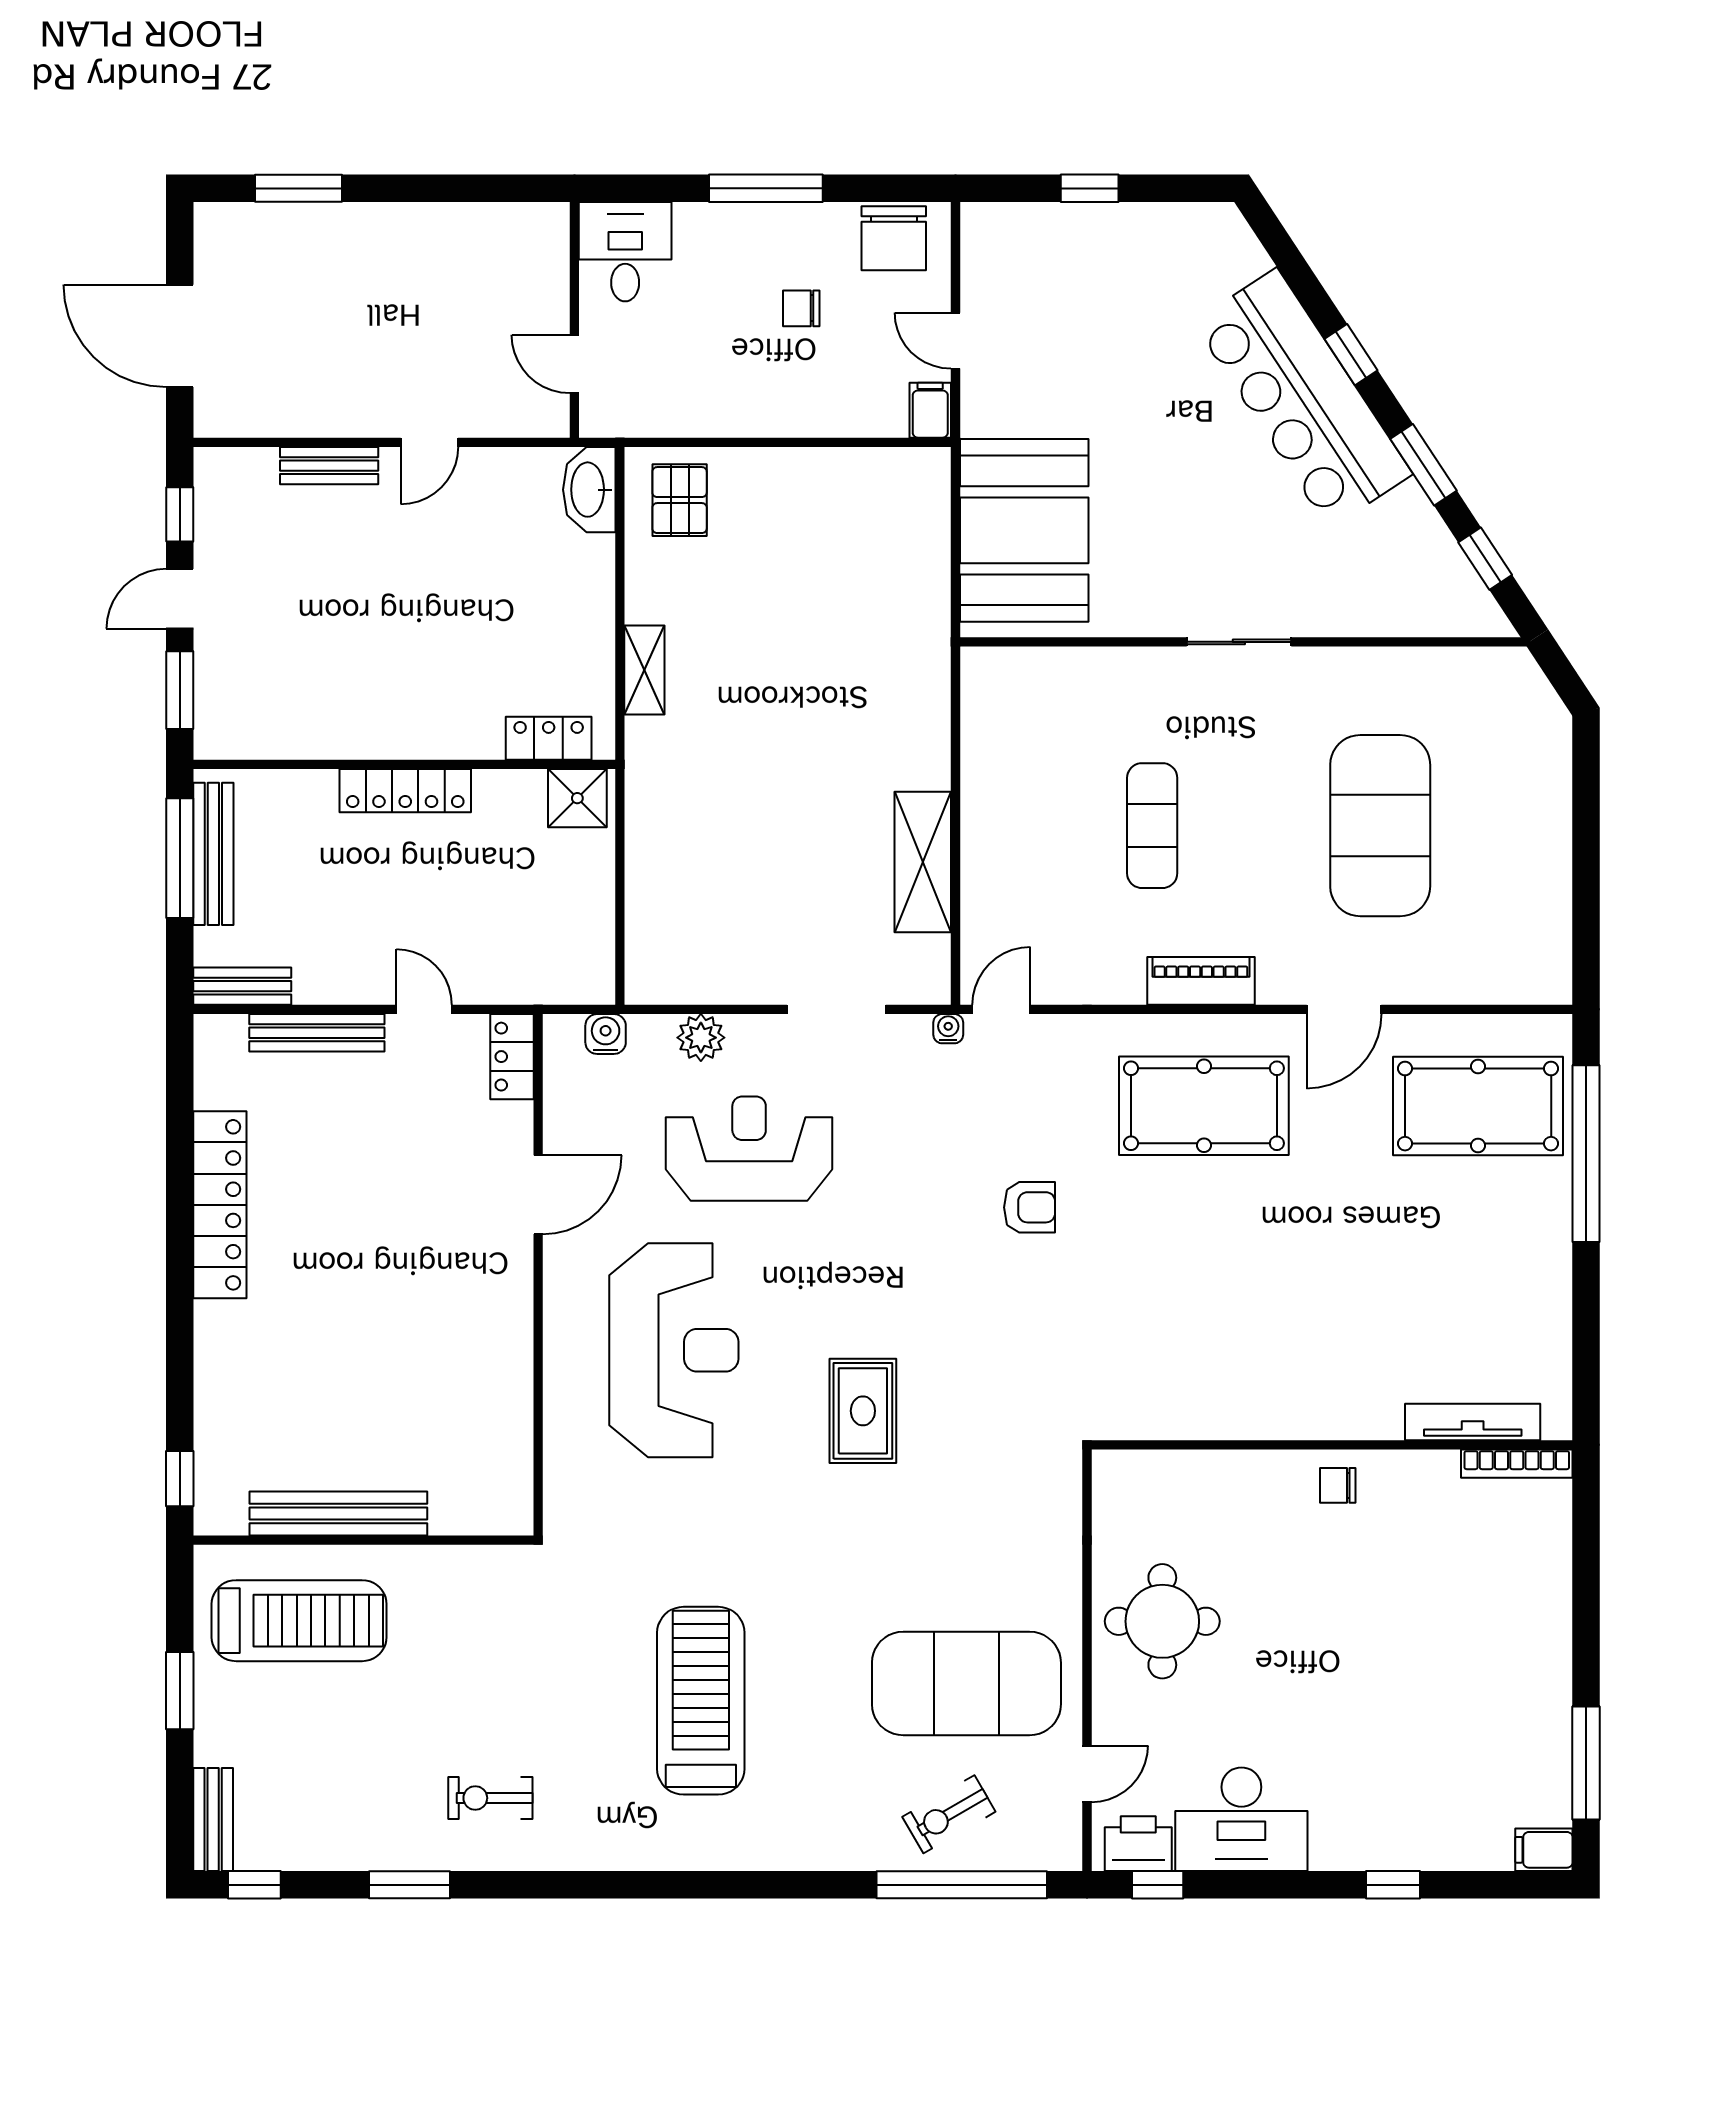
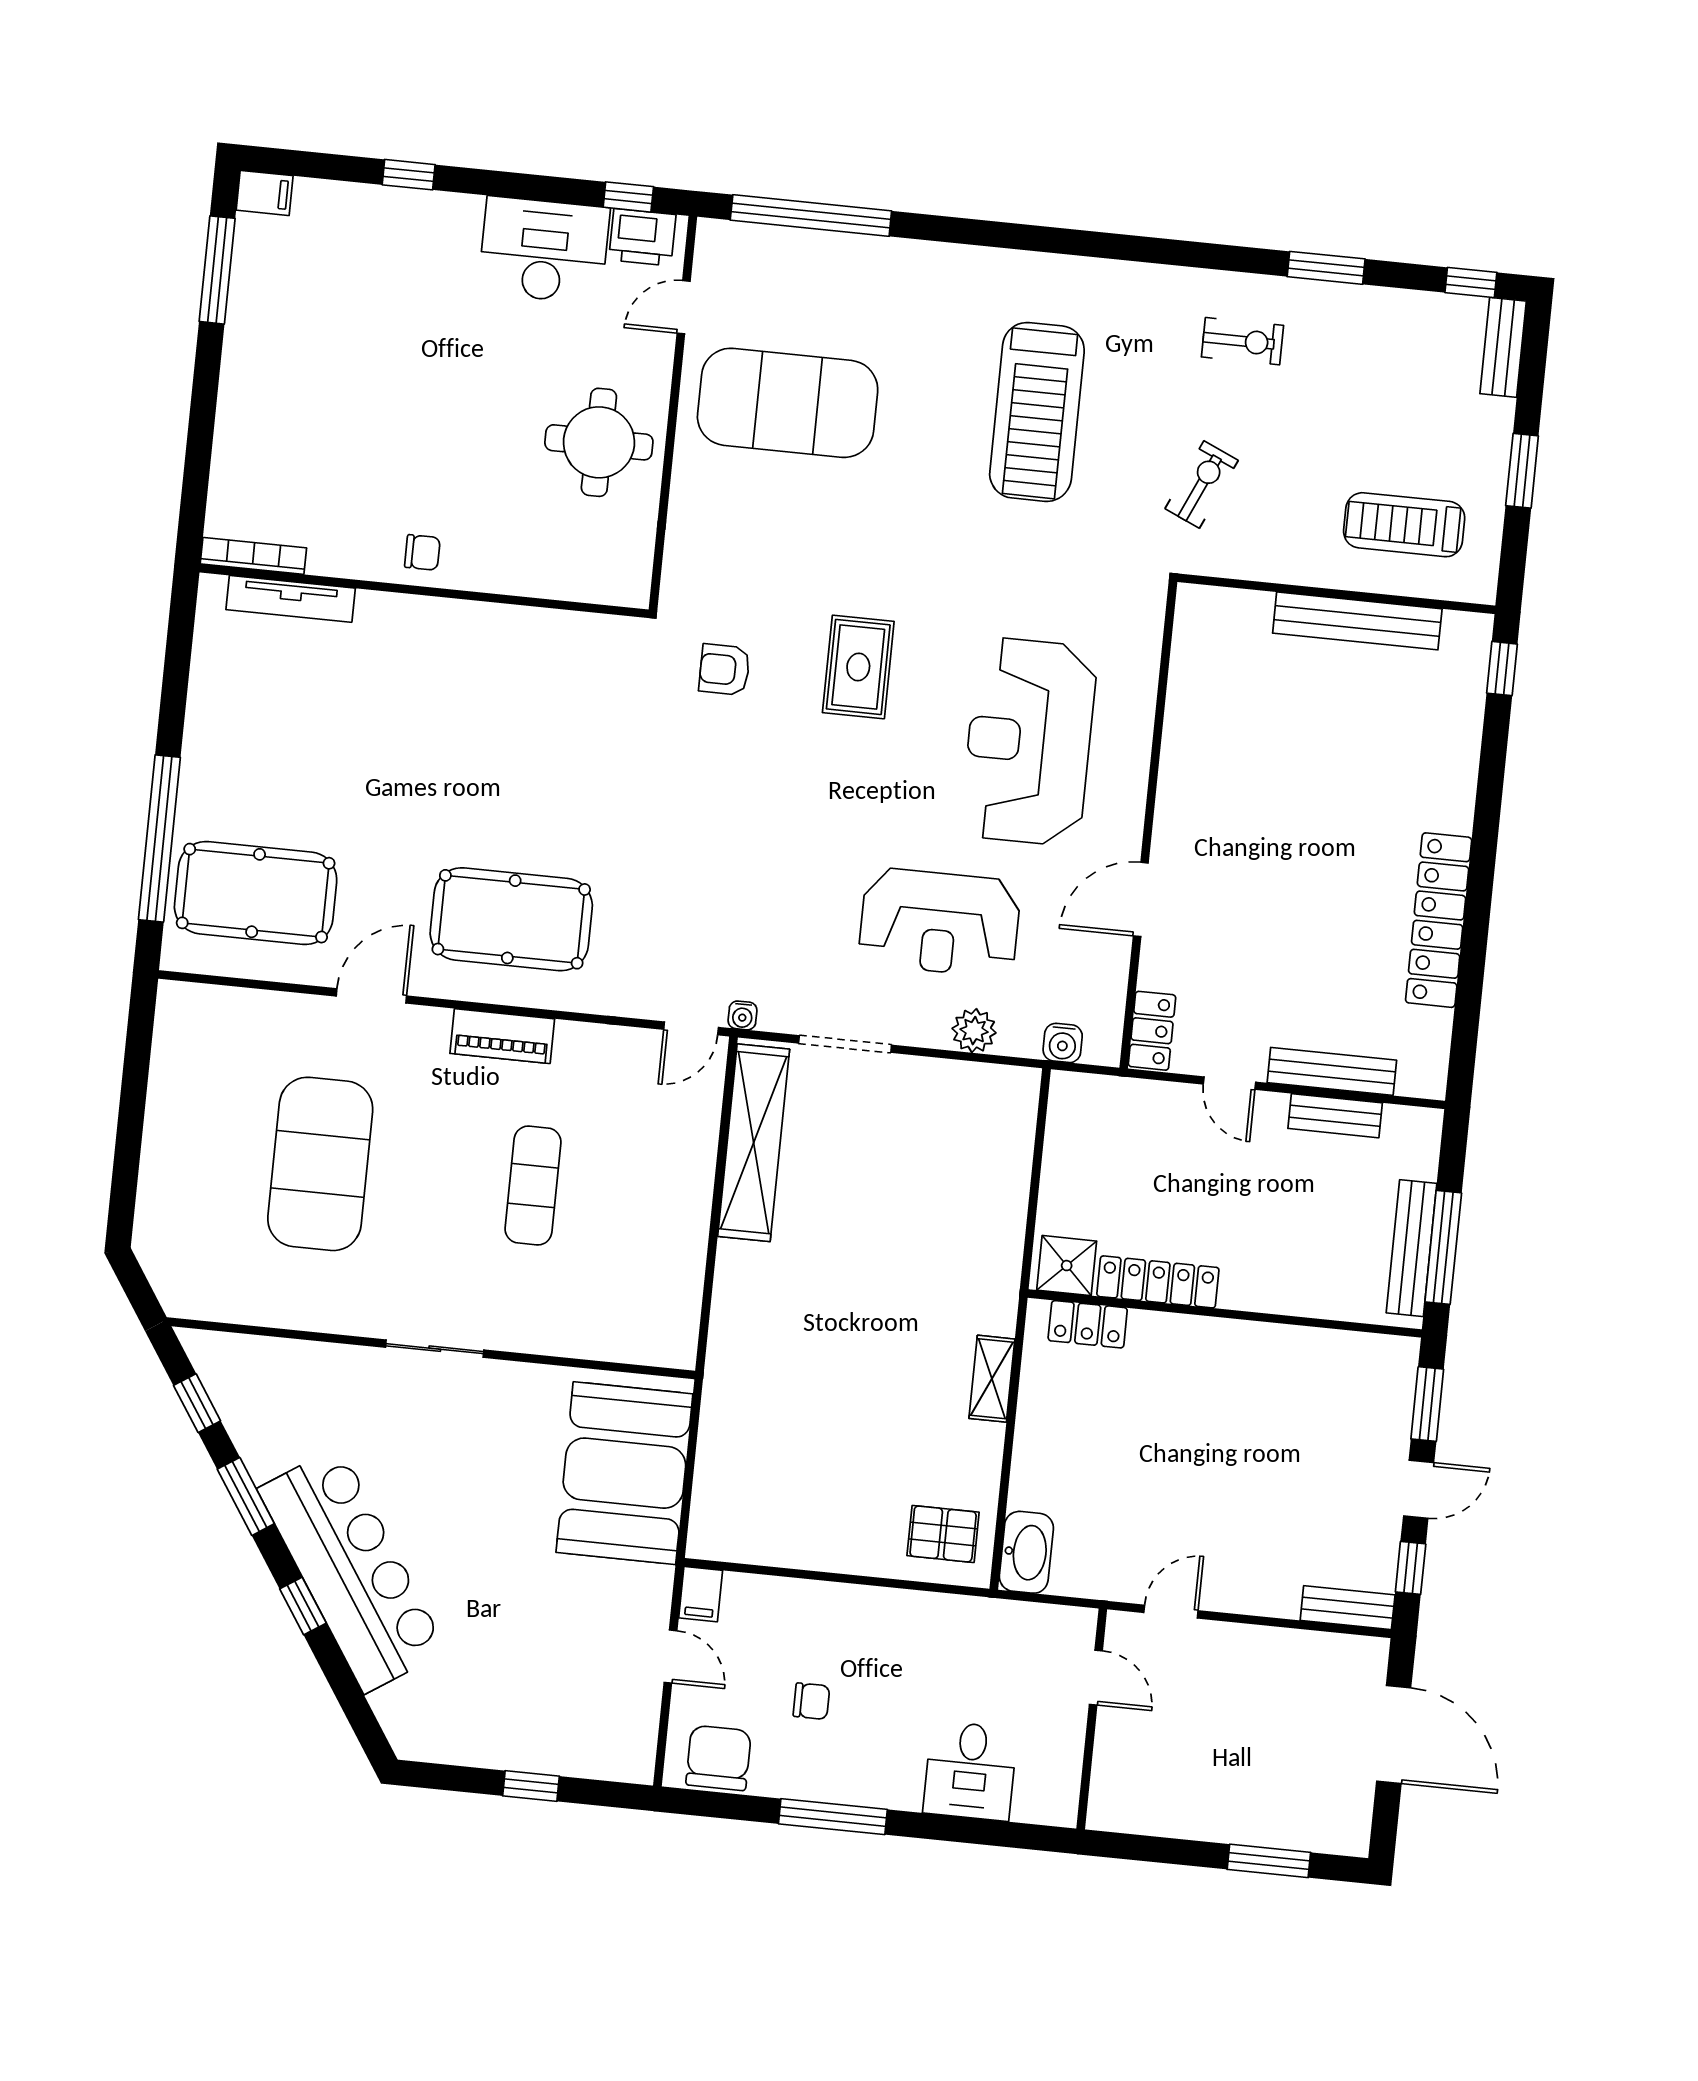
wall: (574, 320) -> (1092, 1719), moved
door: (574, 364) -> (1096, 1678), moved
bench: (329, 466) -> (1348, 1608), moved
pallet: (680, 500) -> (943, 1534), turned 90
locker: (405, 791) -> (1158, 1282), moved
shelving: (923, 862) -> (754, 1143), width x1.47
bench: (242, 986) -> (1335, 1116), moved
armchair: (1030, 1207) -> (724, 670), moved
treadmill: (299, 1621) -> (1404, 525), width x0.73, depth x0.73
exercise bike: (949, 1814) -> (1202, 484), moved, turned -36

